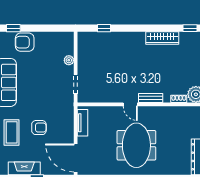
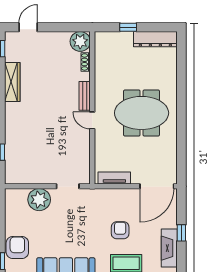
armchair: (25, 42) -> (17, 248), turned 180
plant: (69, 60) -> (39, 200), width x1.87, depth x1.87
door: (130, 104) -> (92, 120), swing flipped

